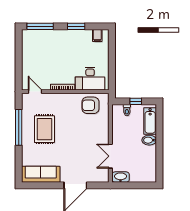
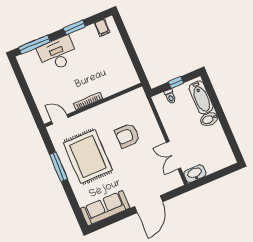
desk: (90, 79) -> (57, 54), moved, turned 180
armchair: (90, 105) -> (127, 136), moved
window: (19, 127) -> (58, 167), width x0.68
rug: (44, 129) -> (88, 156), width x1.37, depth x1.44

